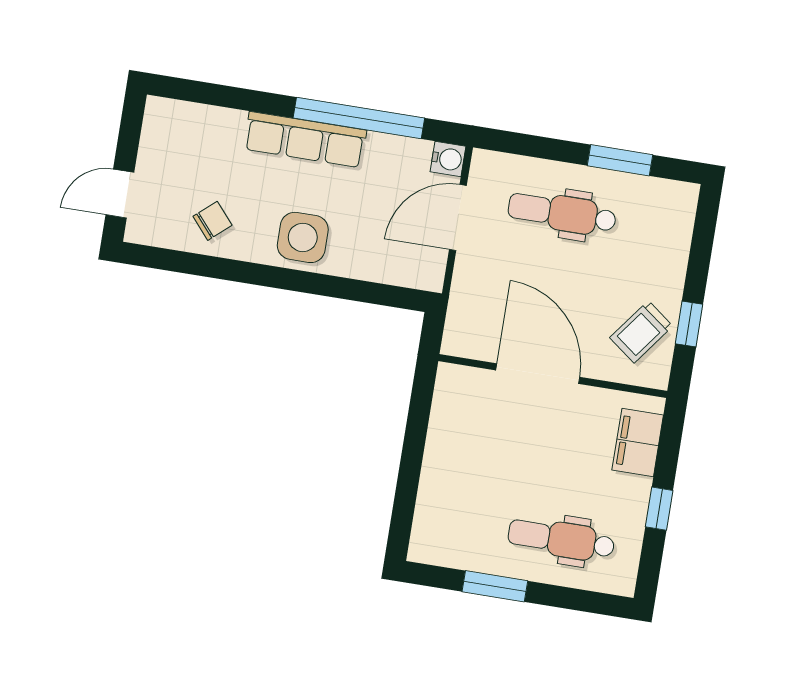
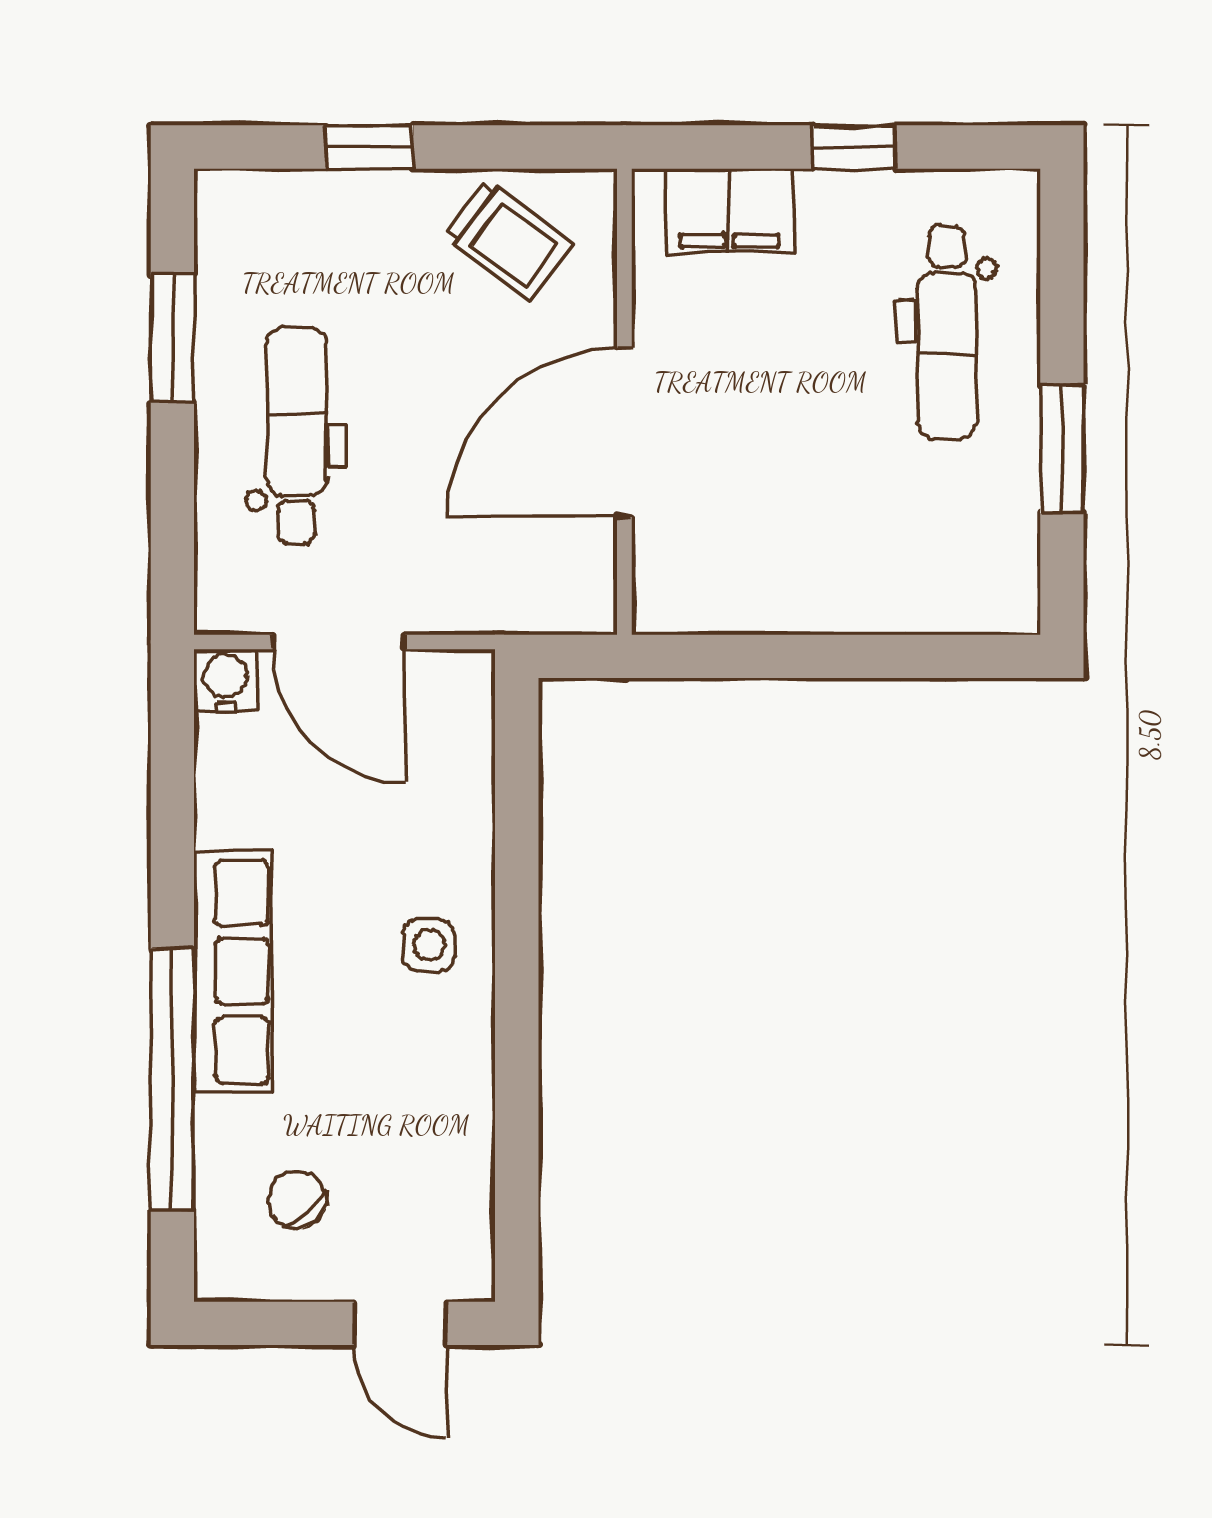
window: (359, 118) -> (172, 1079), moved
dental chair: (562, 213) -> (297, 436), turned 180
chair: (212, 221) -> (297, 1200), moved
side table: (303, 237) -> (429, 945), width x0.54, depth x0.54
window: (689, 324) -> (369, 147), moved

